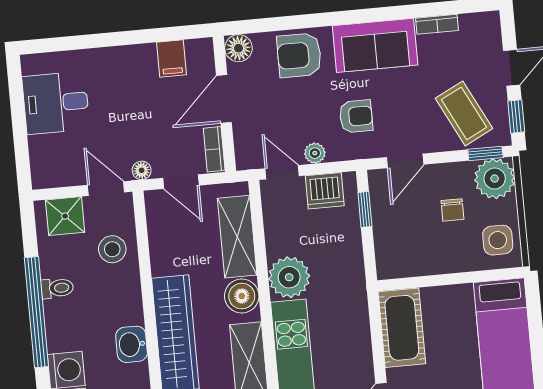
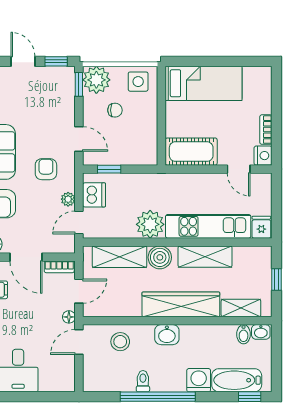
coffee table: (464, 113) -> (51, 96), removed
shower: (65, 216) -> (95, 371), removed
washbasin: (132, 344) -> (167, 335), moved

